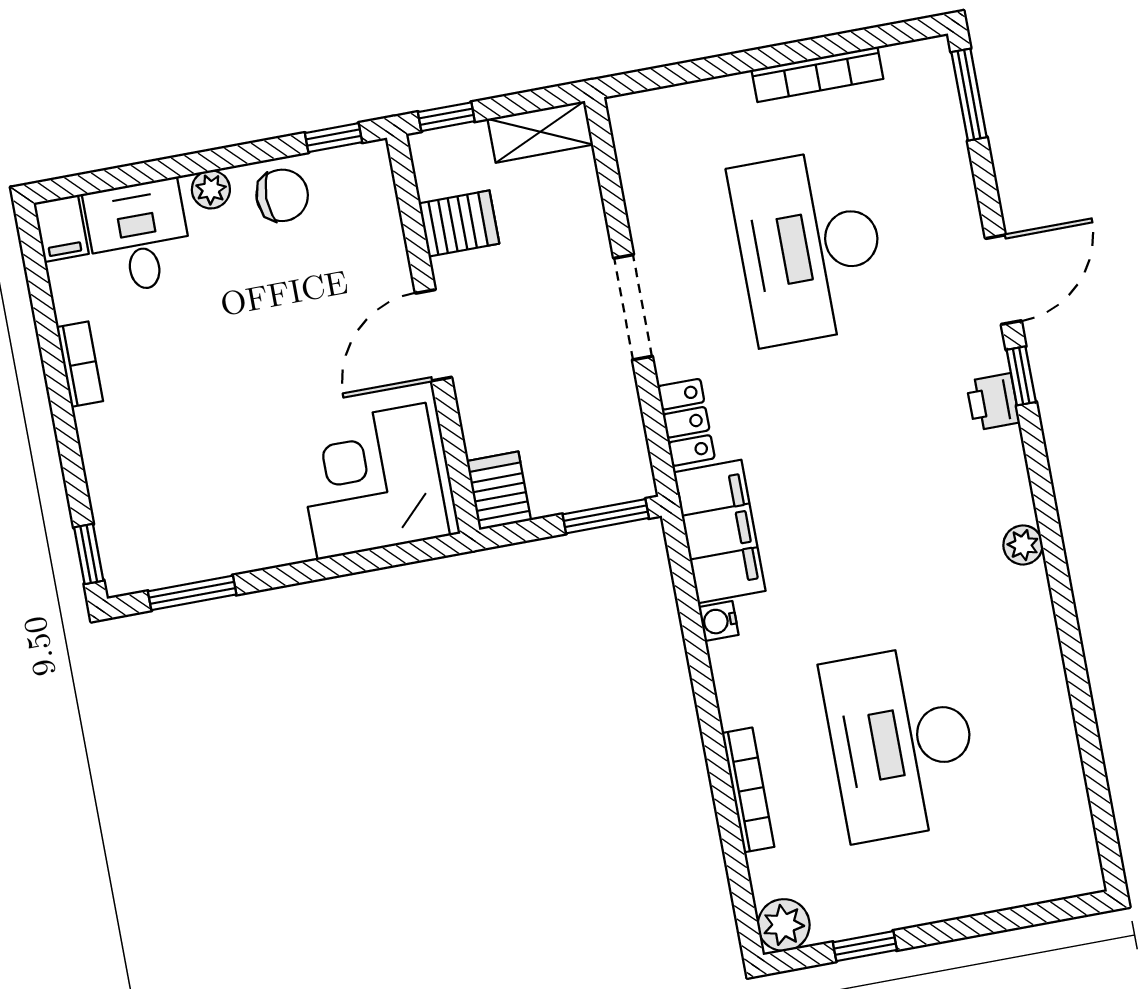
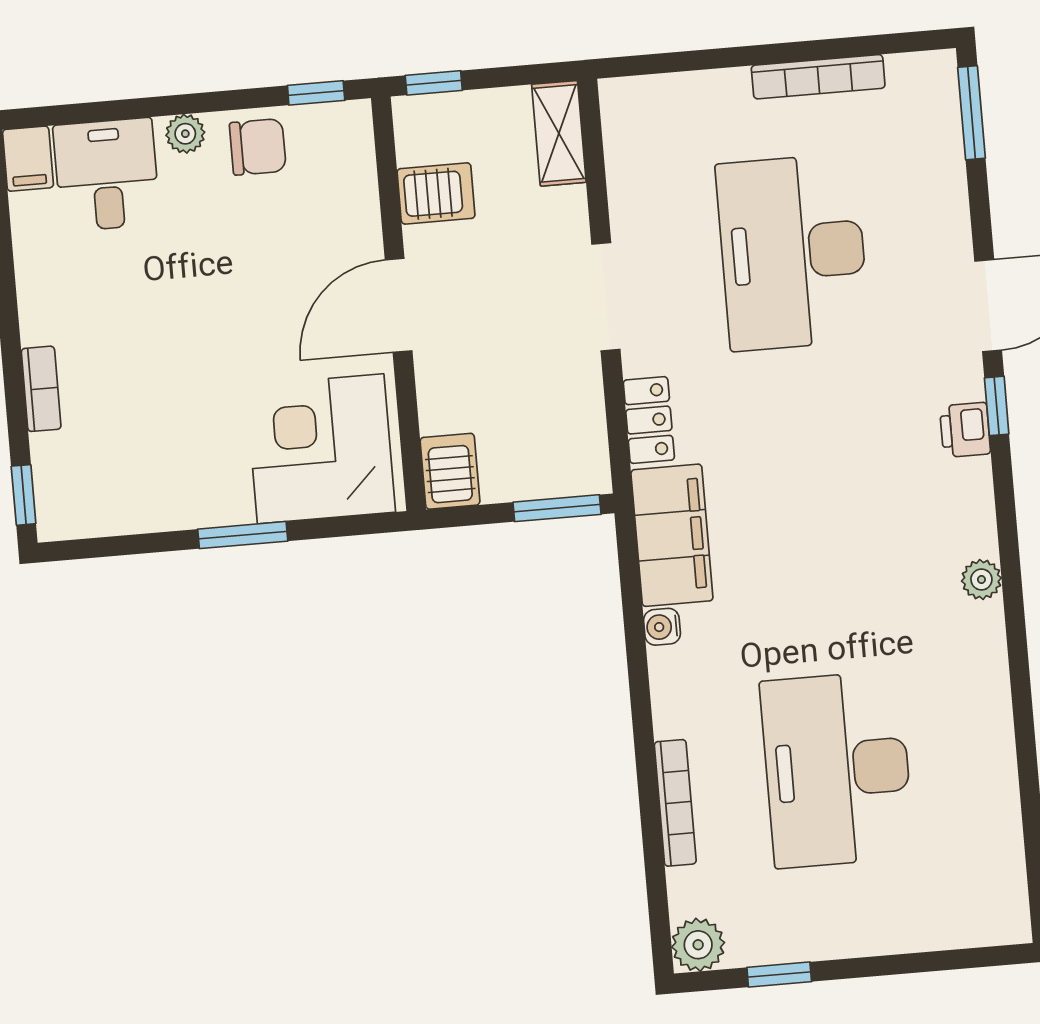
shelving: (540, 132) -> (559, 133), moved, turned 90
bookcase: (80, 364) -> (41, 389), moved
window: (192, 593) -> (243, 535), moved

